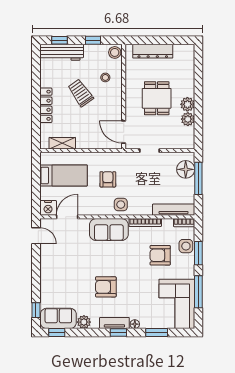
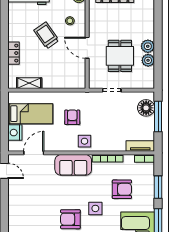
dining table: (157, 98) -> (120, 56), moved
locker: (46, 105) -> (13, 53), width x0.66
door: (124, 132) -> (87, 48), moved
nightstand: (48, 208) -> (15, 133), moved, turned 90
tv unit: (174, 210) -> (140, 146), width x0.71
side table: (186, 246) -> (95, 208), moved
armchair: (160, 255) -> (122, 189), turned 180

